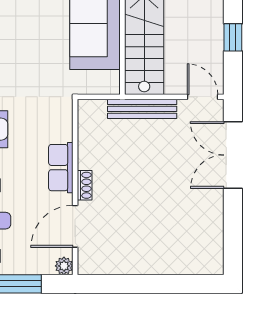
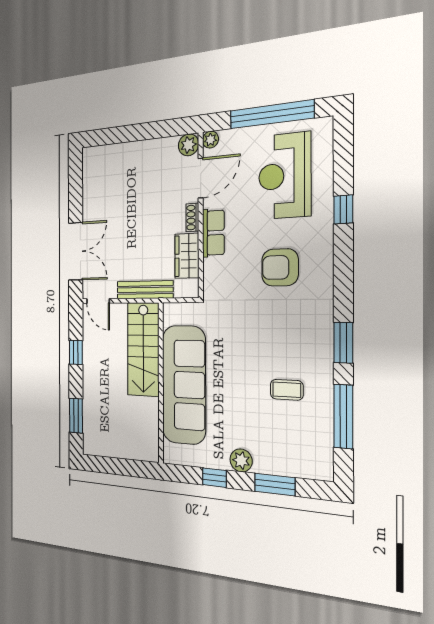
wardrobe: (91, 145) -> (187, 256), added
plant: (89, 263) -> (188, 145), added

